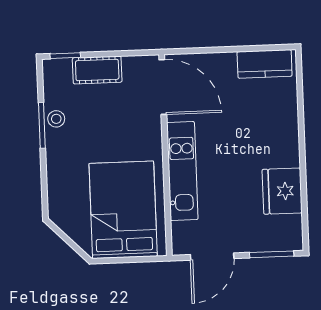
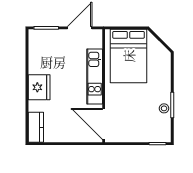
kitchen counter: (265, 64) -> (36, 127), moved, turned 90
cot: (97, 70) -> (140, 135), removed
fridge: (282, 191) -> (39, 87), moved

